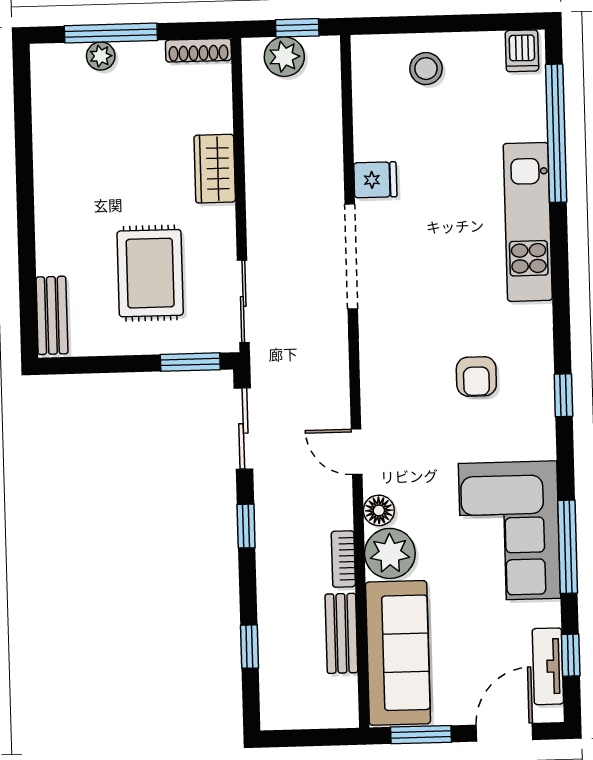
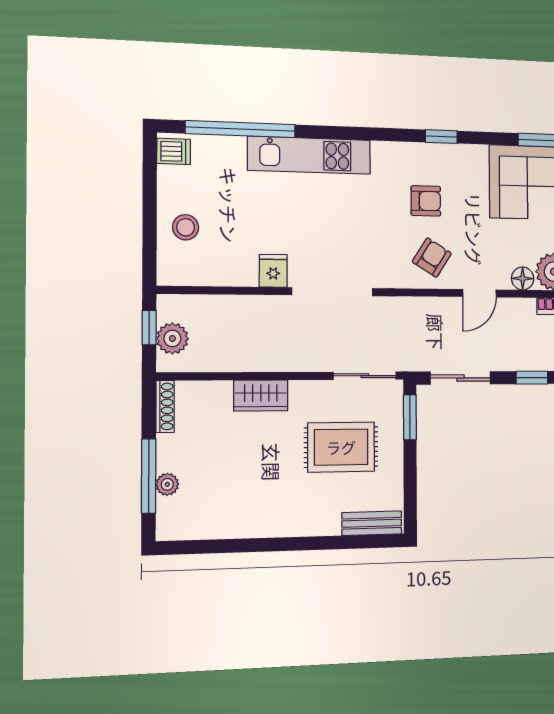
armchair: (402, 386) -> (432, 257), added

